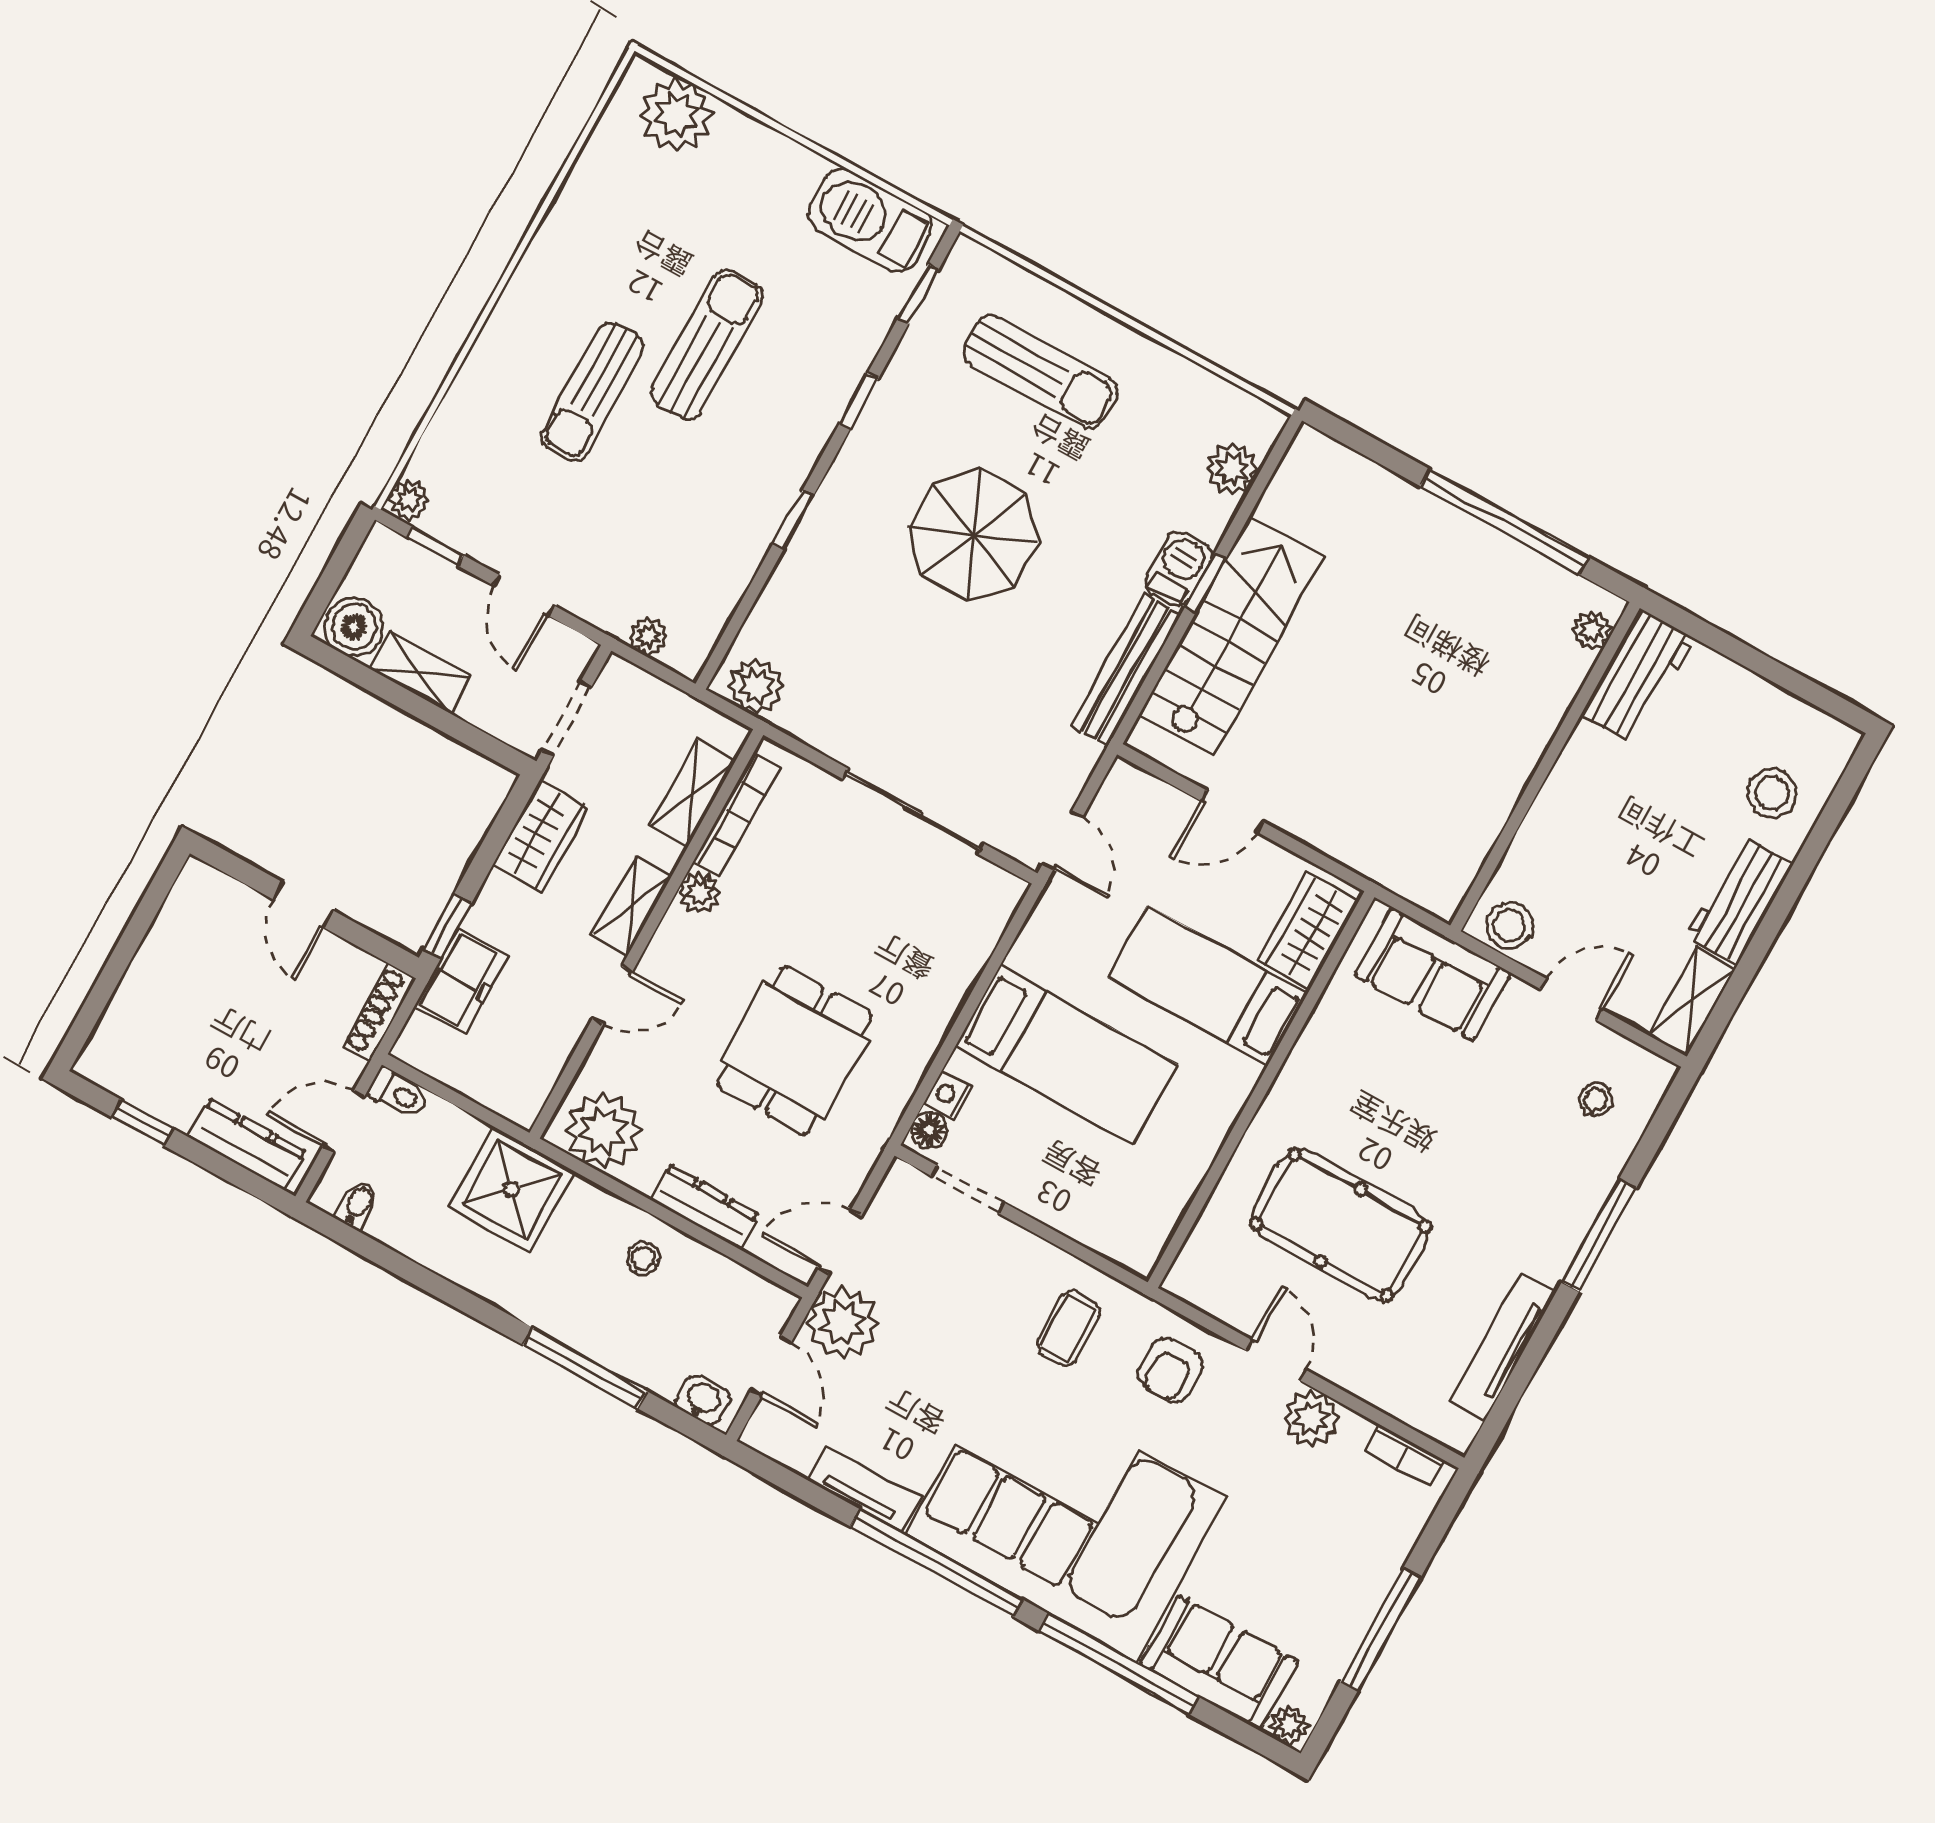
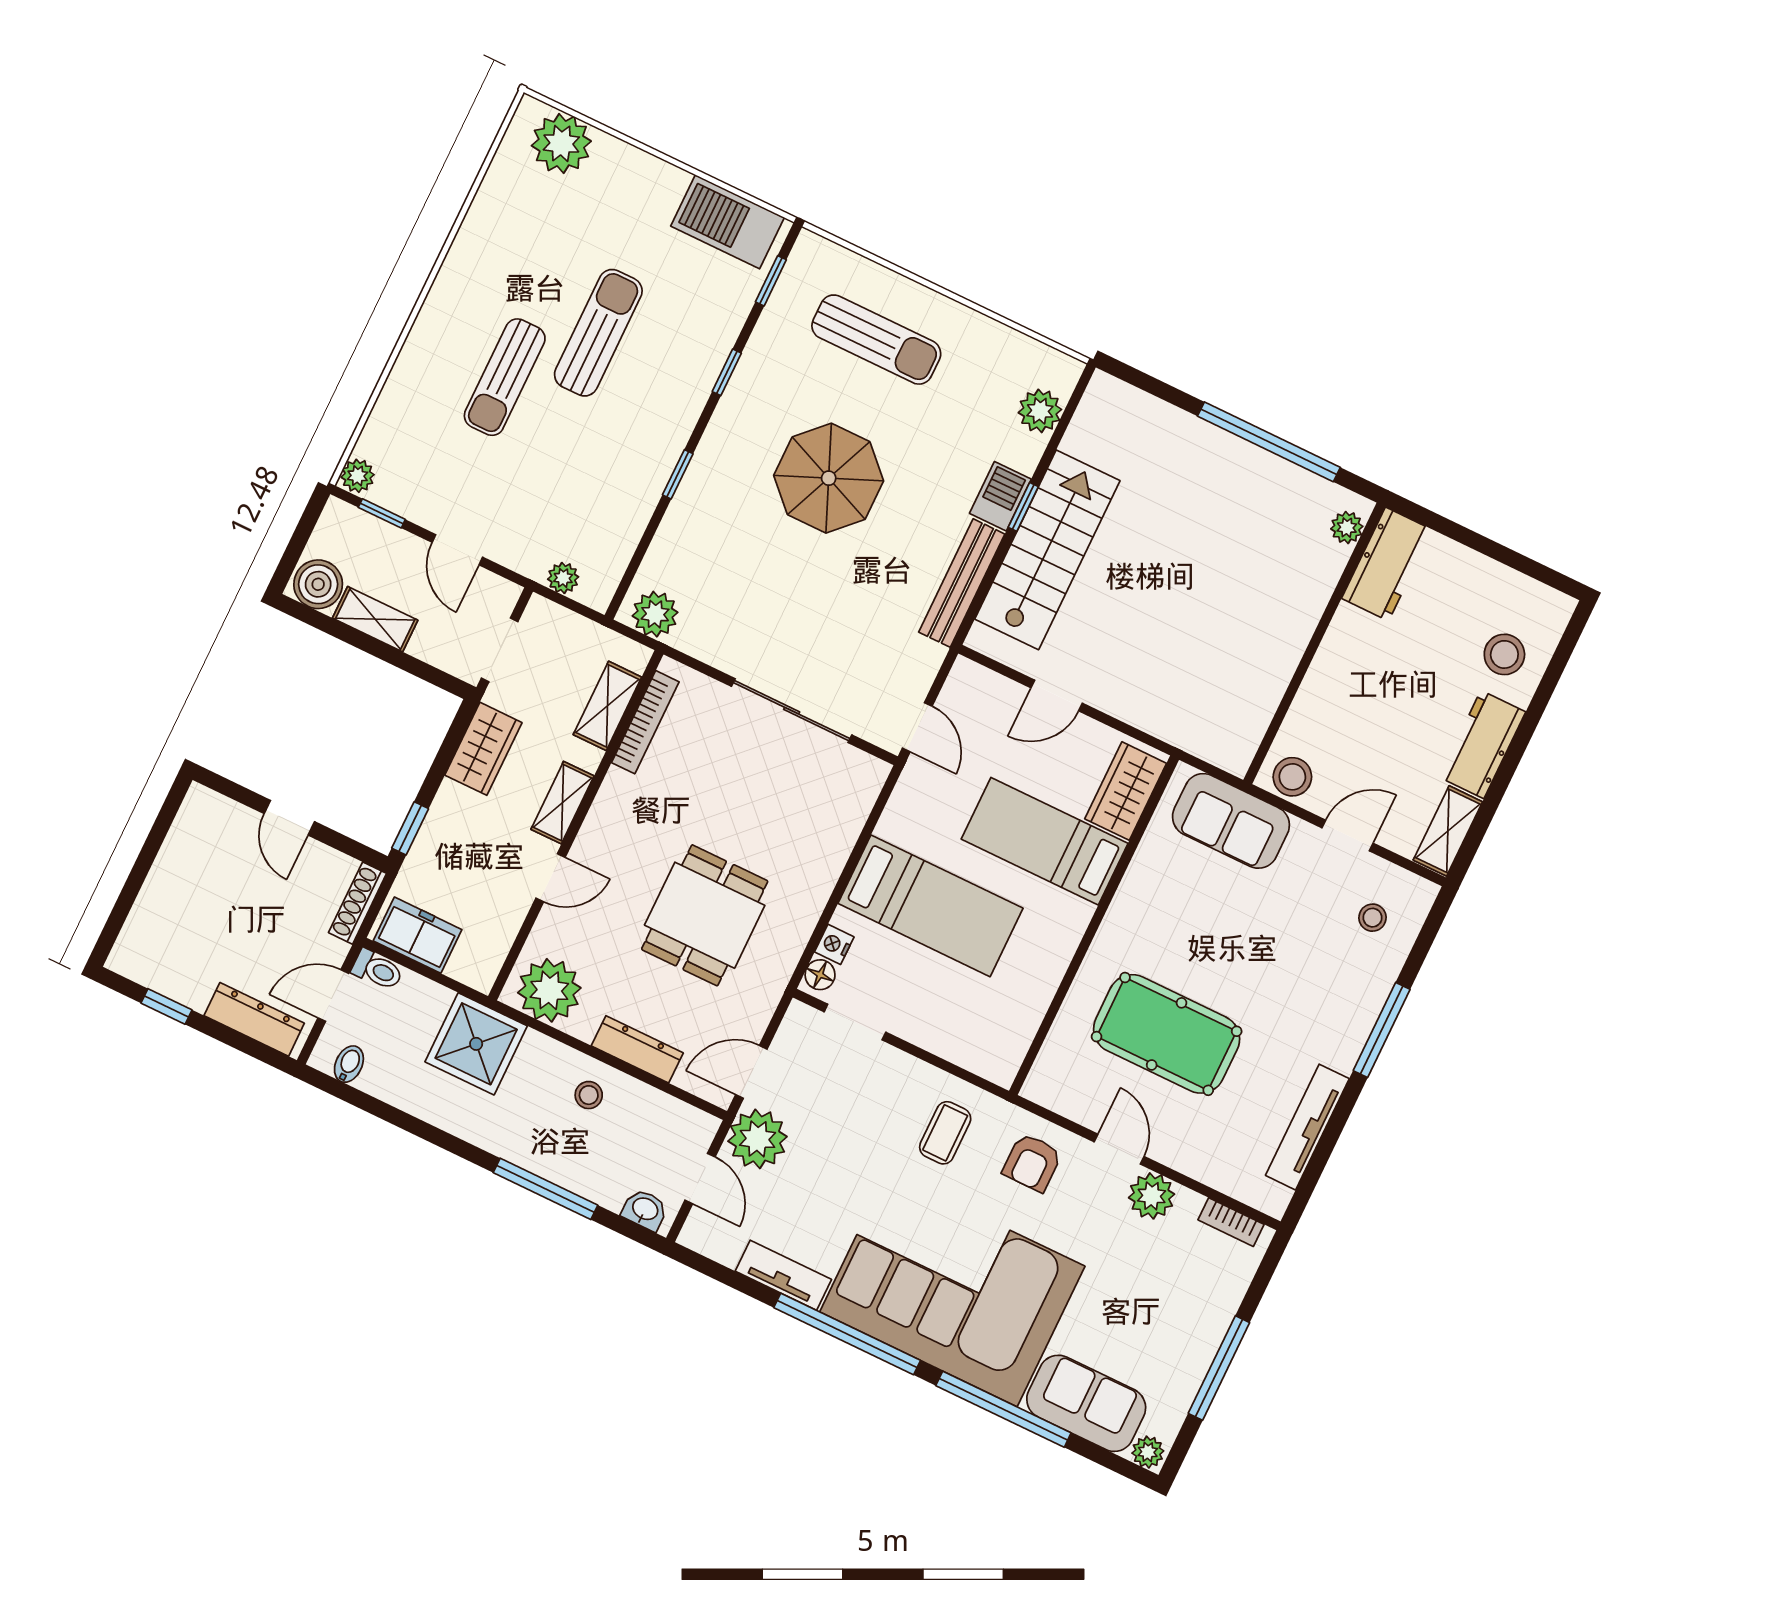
plant: (699, 892) -> (618, 788), removed
freezer: (462, 981) -> (418, 935), moved, turned -90

